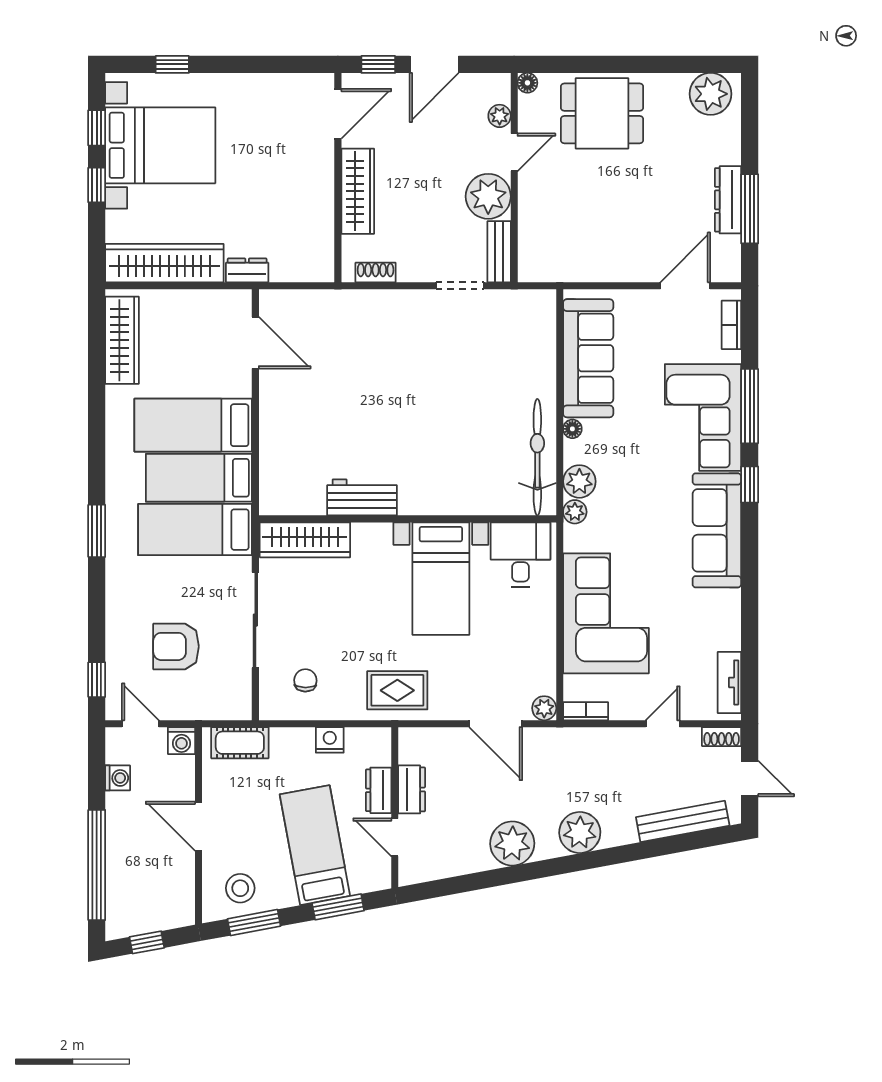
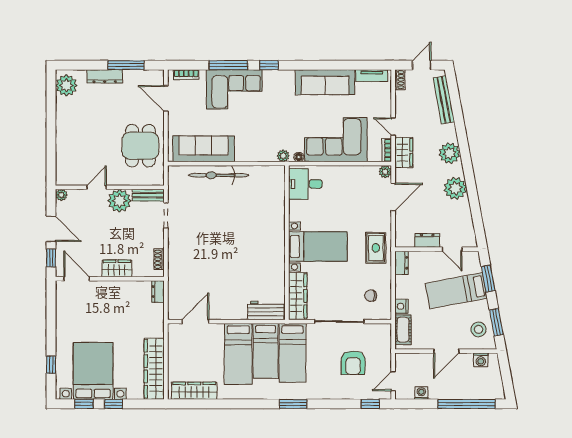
floor lamp: (527, 83) -> (61, 180), removed
dining table: (602, 113) -> (140, 146), moved
plant: (500, 116) -> (61, 195), moved
door: (514, 152) -> (97, 187), hinge flipped
wardrobe: (358, 191) -> (117, 268), width x0.67
dresser: (728, 200) -> (105, 76), moved
dresser: (247, 270) -> (158, 292), moved
floor lamp: (572, 429) -> (299, 157), moved
bicycle: (537, 457) -> (218, 175), moved
plant: (579, 481) -> (267, 153), removed
workbench: (362, 497) -> (266, 310), moved, turned 90
sofa: (717, 530) -> (325, 82), moved
bed with nightstands: (441, 579) -> (318, 247), moved
door: (663, 724) -> (393, 127), moved
nightstand: (330, 740) -> (402, 306), moved
washing machine: (182, 741) -> (481, 360), moved, turned 90
wardrobe: (581, 744) -> (404, 152), added
dresser: (379, 790) -> (402, 263), moved, turned -90
door: (395, 837) -> (452, 249), hinge flipped
window: (147, 942) -> (507, 378), removed

